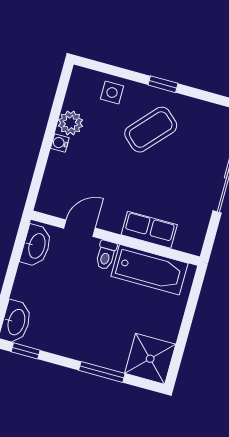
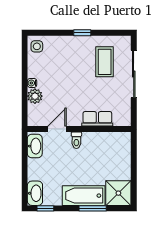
side table: (112, 93) -> (37, 46), moved
plant: (70, 123) -> (35, 96), moved
coffee table: (151, 130) -> (105, 62), moved, turned -42
bathtub: (149, 270) -> (84, 196), moved, turned 180

